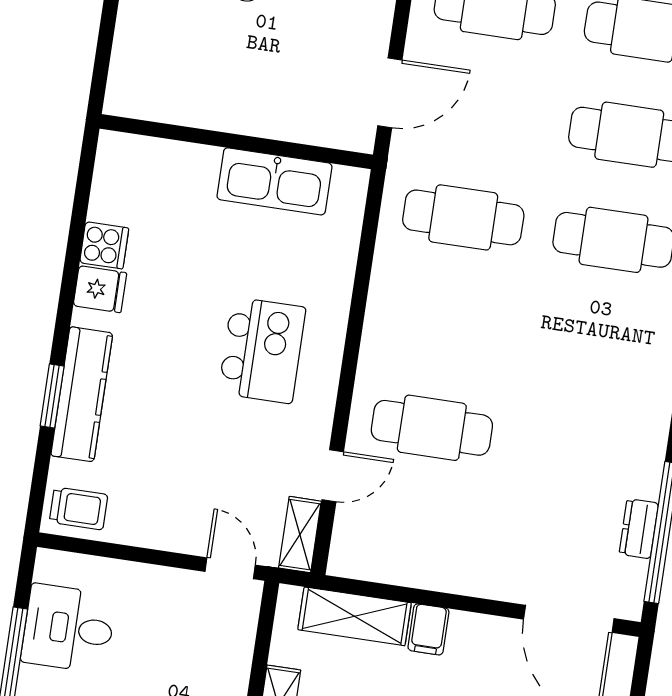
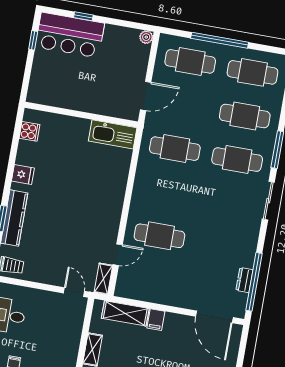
kitchen sink: (274, 181) -> (113, 134), moved
cooker: (104, 245) -> (30, 131), moved
kitchen island: (262, 350) -> (90, 202), removed

